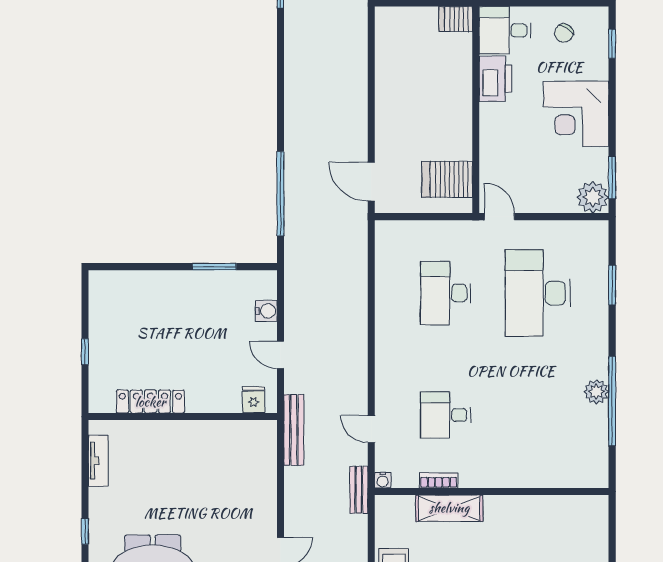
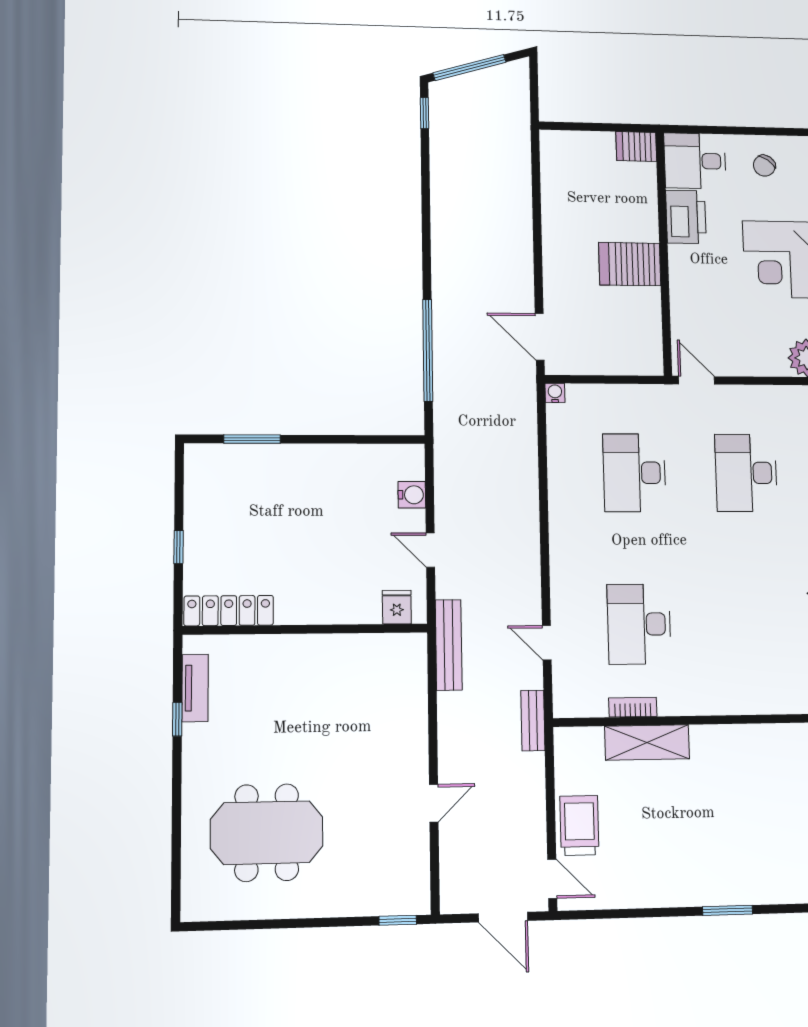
server rack: (447, 179) -> (630, 264), moved
window: (214, 267) -> (252, 439), moved
desk: (538, 293) -> (746, 473), width x0.73, depth x0.77
locker: (150, 402) -> (229, 611), moved
desk: (446, 415) -> (639, 624), width x1.37
water cooler: (383, 480) -> (555, 393), moved, turned 180
window: (85, 531) -> (177, 719), moved

